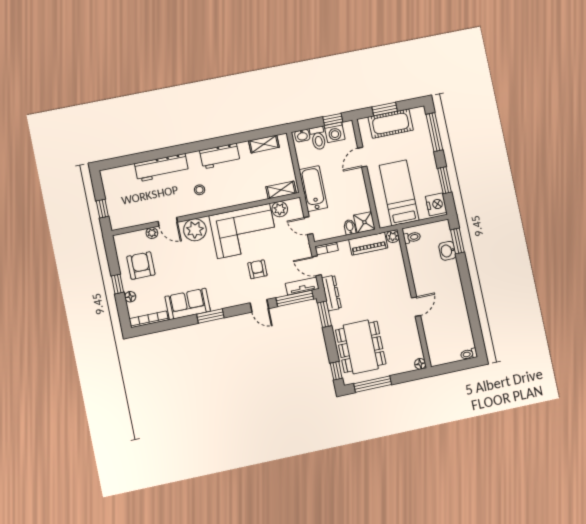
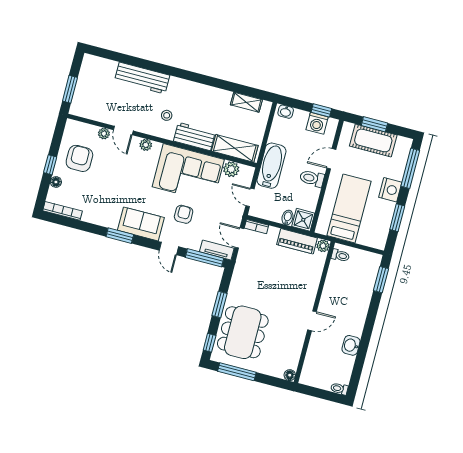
toilet: (318, 138) -> (312, 178), moved, turned 90
workbench: (220, 156) -> (194, 137), moved, turned 180
shelving: (281, 190) -> (235, 148), width x1.50, depth x1.33
nightstand: (436, 204) -> (390, 190), moved
window: (102, 209) -> (70, 89), width x1.50
plant: (195, 230) -> (146, 145), width x0.53, depth x0.53
washbasin: (447, 251) -> (351, 345), moved
dresser: (331, 293) -> (240, 270), removed
sofa: (188, 304) -> (141, 224), moved
window: (324, 314) -> (220, 305), moved

